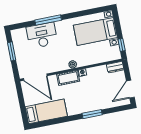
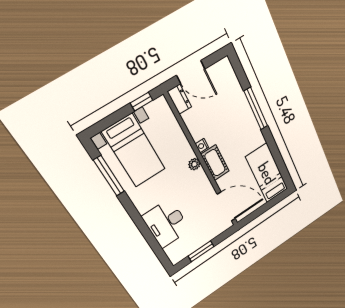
window: (48, 20) -> (109, 176), moved
door: (35, 77) -> (226, 206), hinge flipped
door: (130, 89) -> (191, 72), moved
window: (92, 114) -> (256, 109), width x1.44

